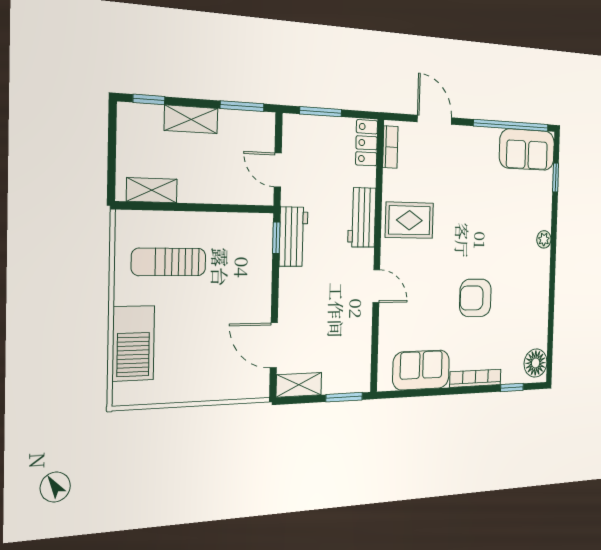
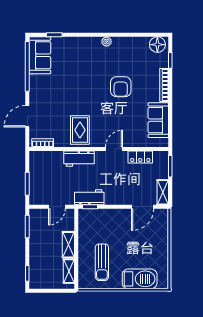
shelving: (191, 119) -> (68, 245), moved
locker: (367, 143) -> (140, 157), moved
plant: (544, 239) -> (107, 42), moved

